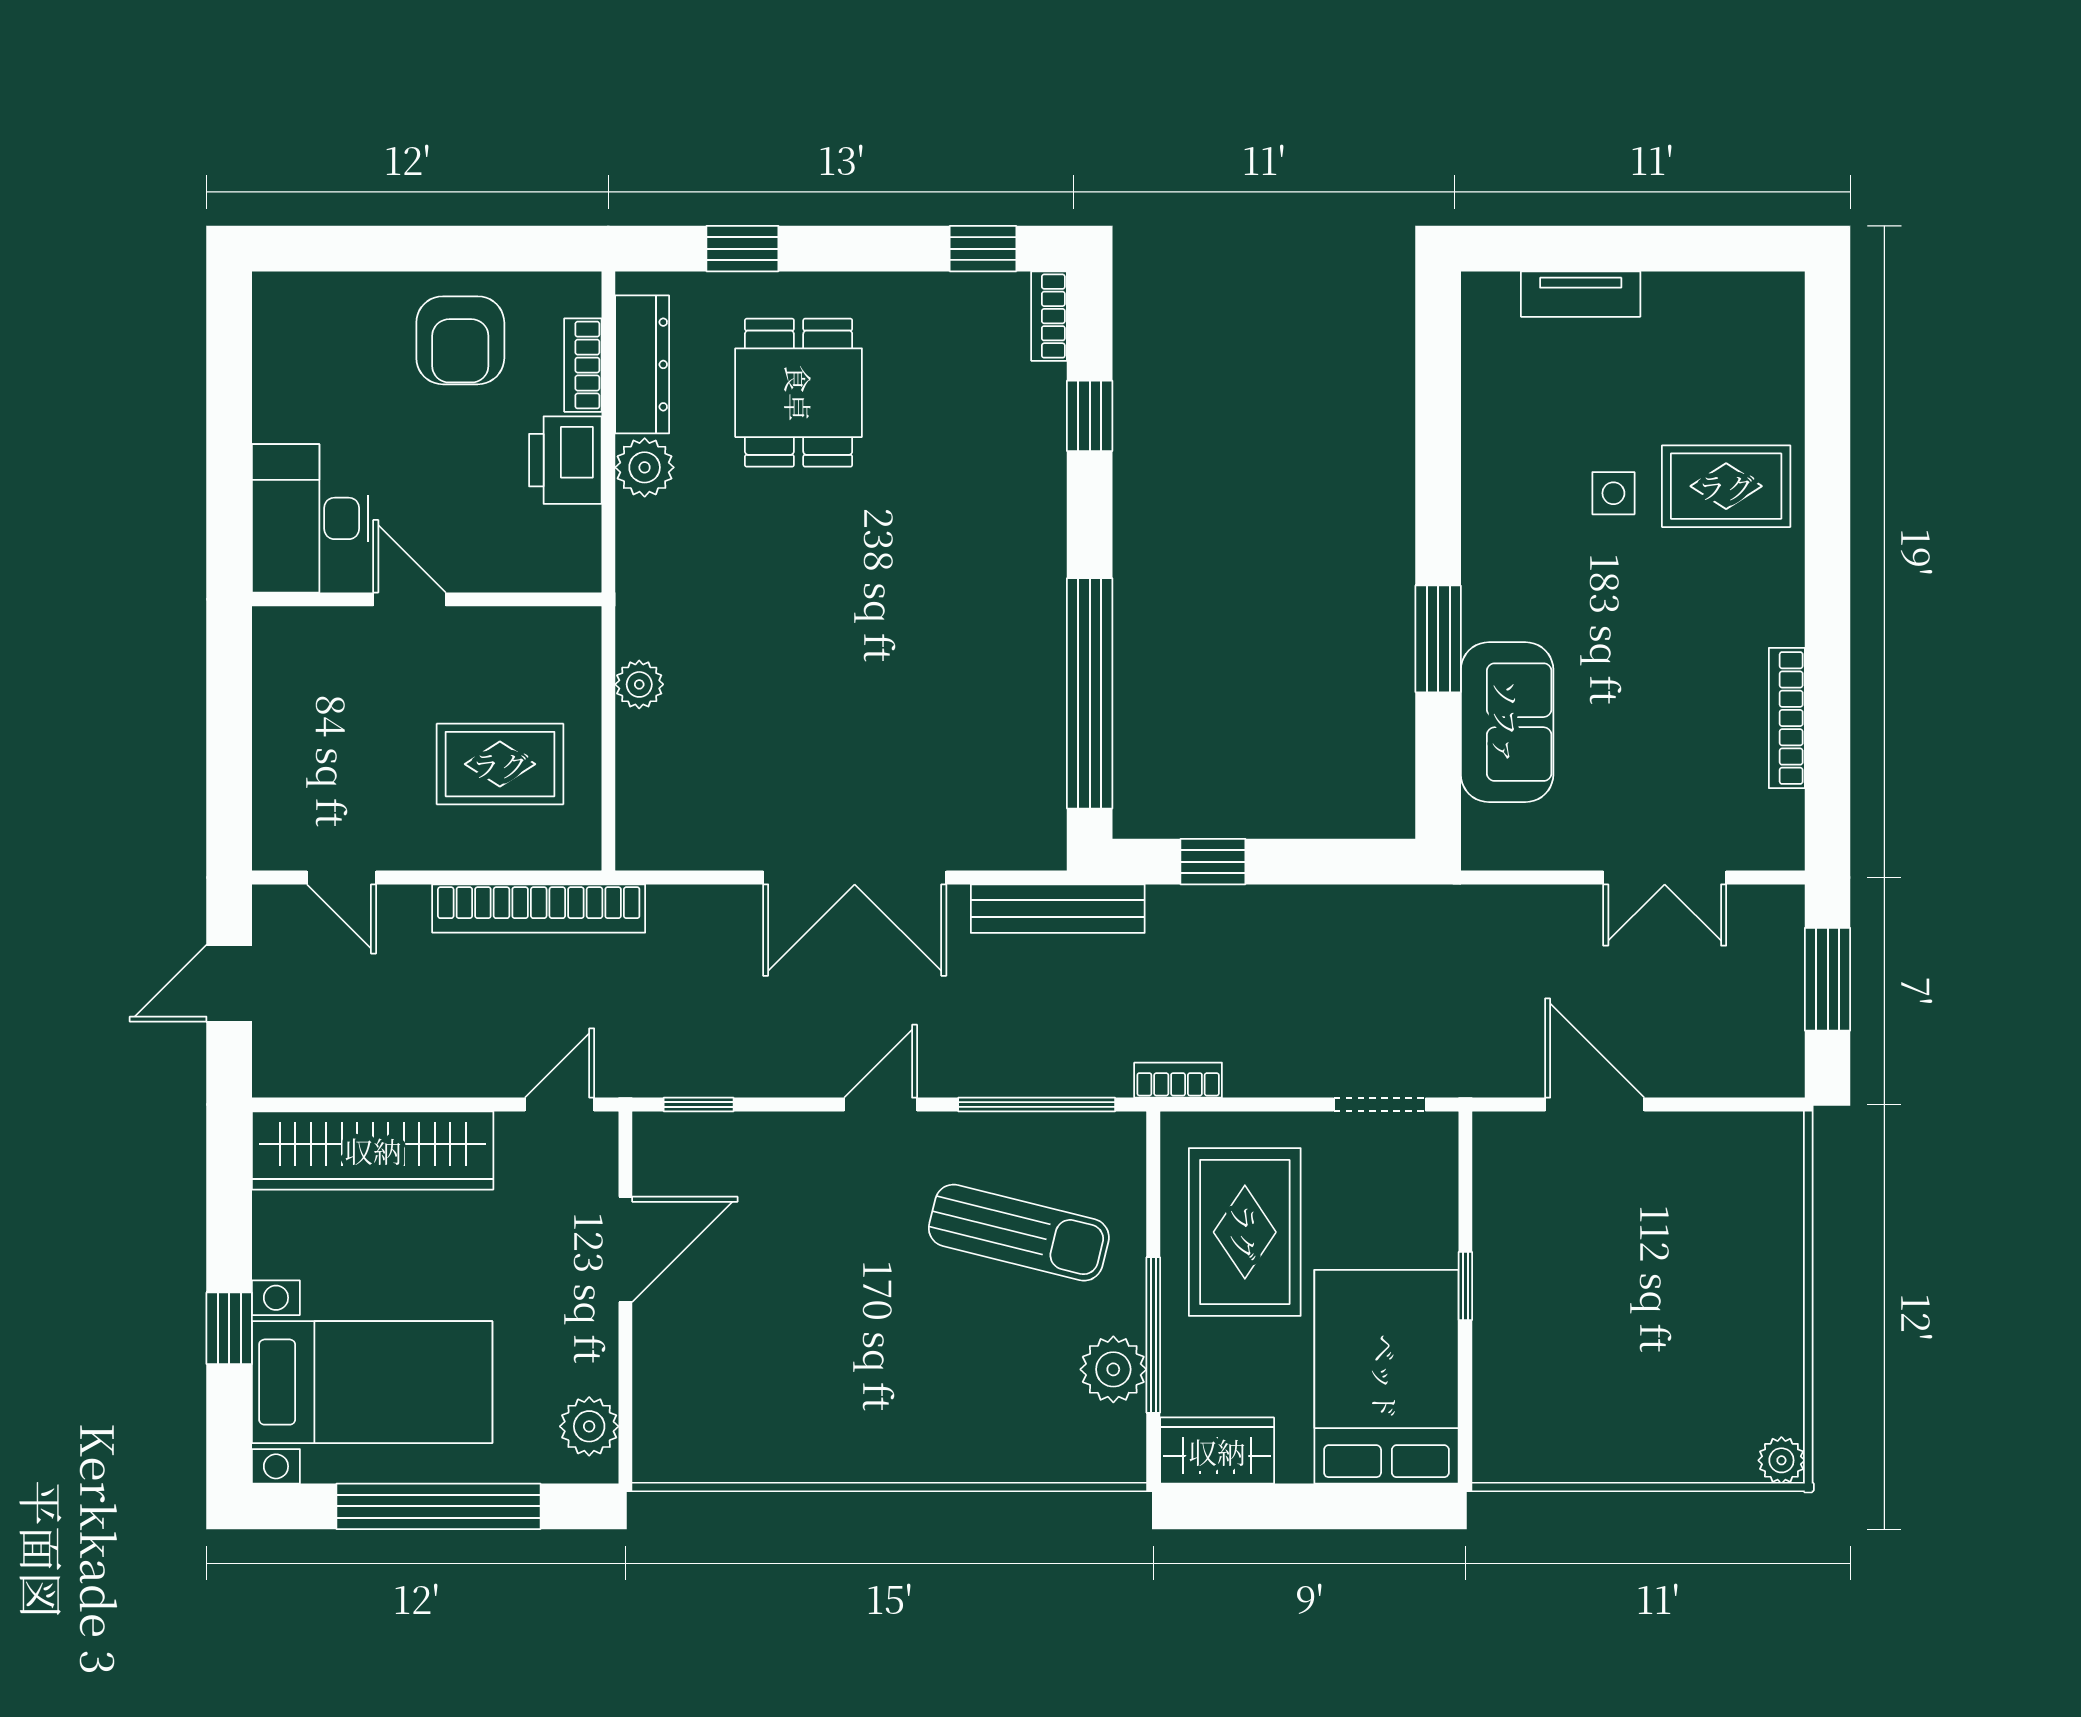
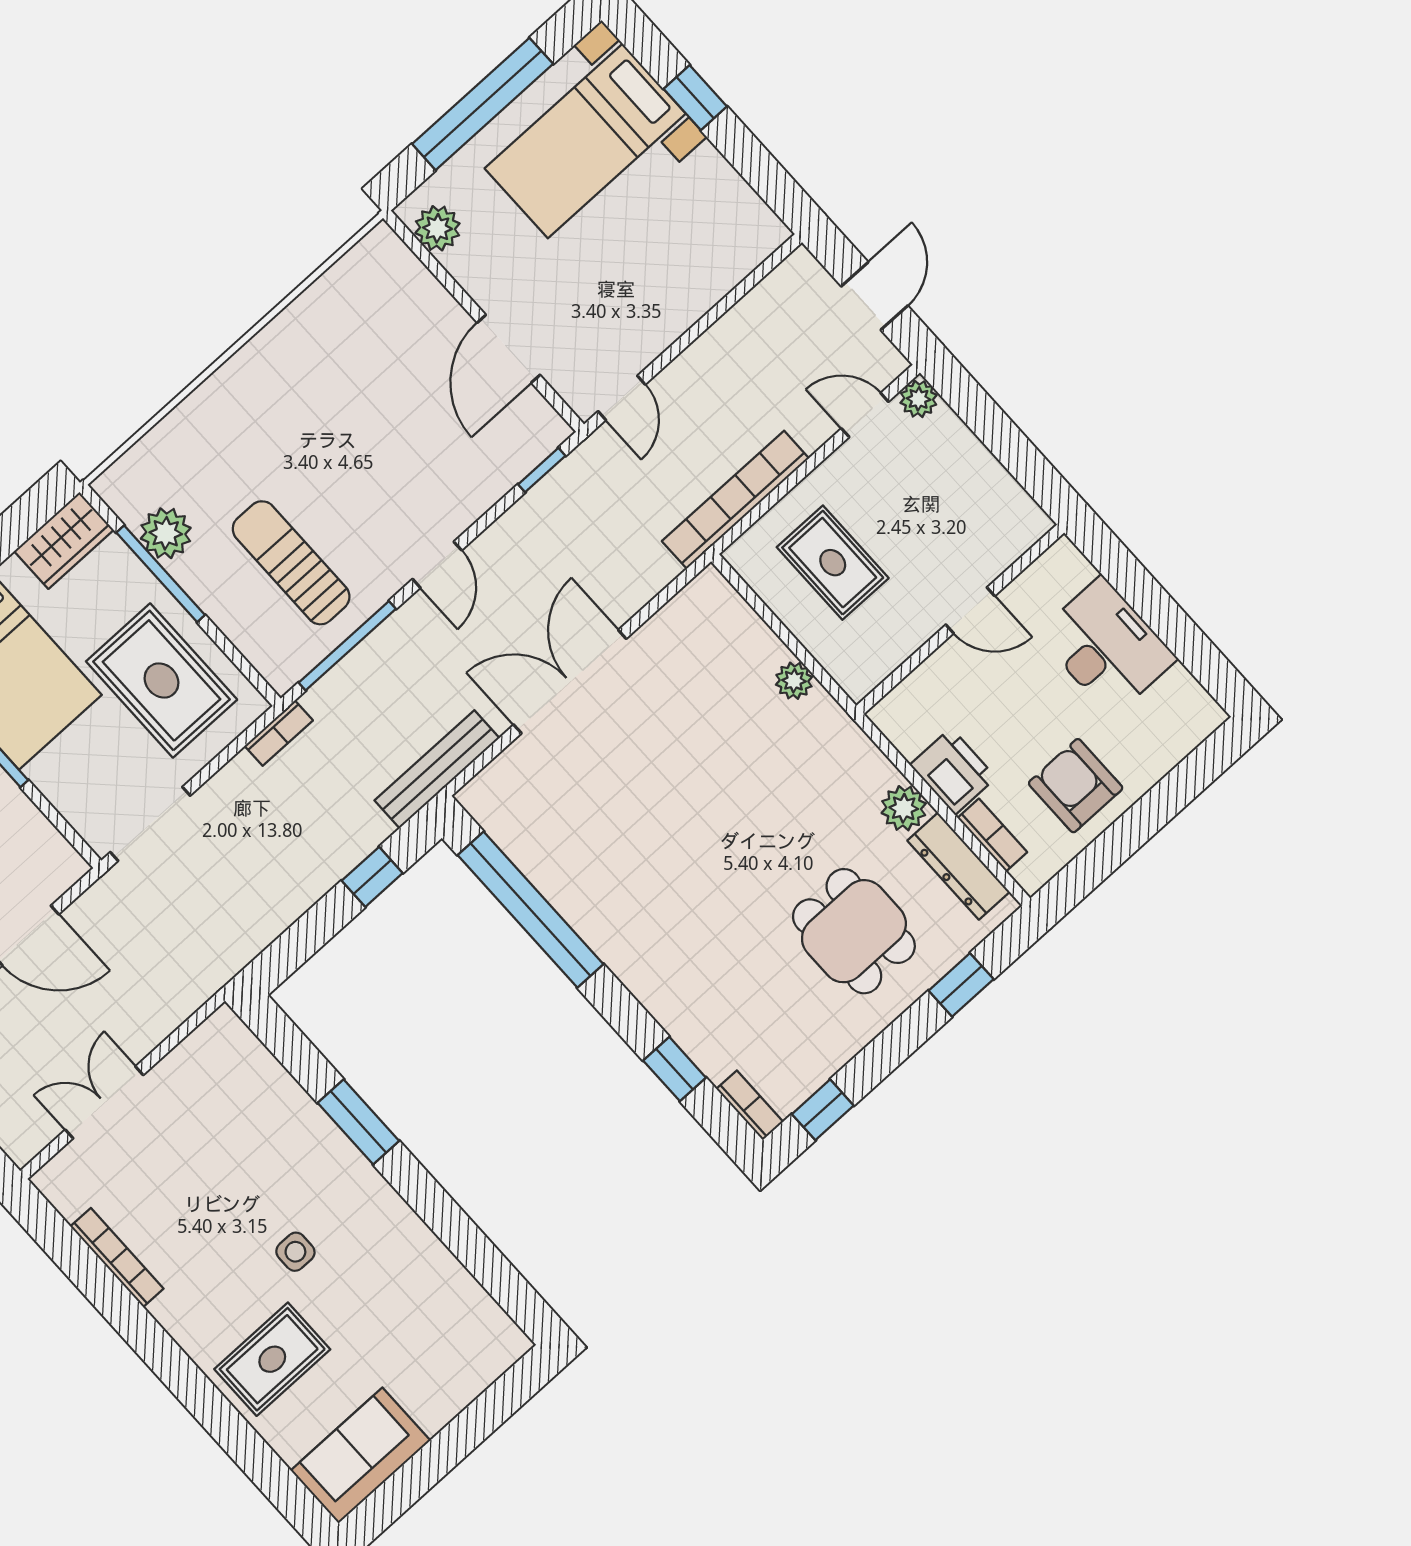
tv unit: (1581, 294) -> (456, 1394), removed
side table: (1613, 493) -> (295, 1252), moved
desk: (310, 518) -> (1107, 647), moved
sofa: (1507, 722) -> (361, 1455), moved, turned 90
rug: (500, 764) -> (833, 563), turned 90
plant: (276, 847) -> (919, 399), added
doorway: (1380, 1104) -> (150, 824), width x1.38
wardrobe: (373, 1150) -> (705, 274), removed
sun lounger: (1019, 1233) -> (291, 563), turned 76

